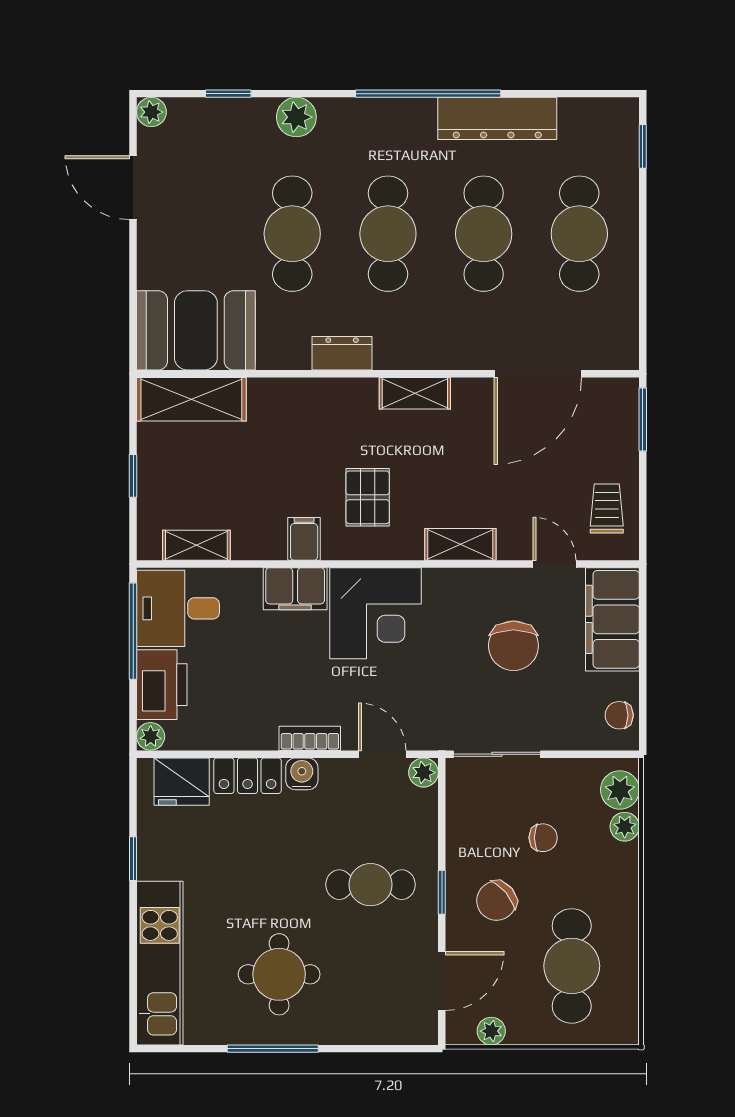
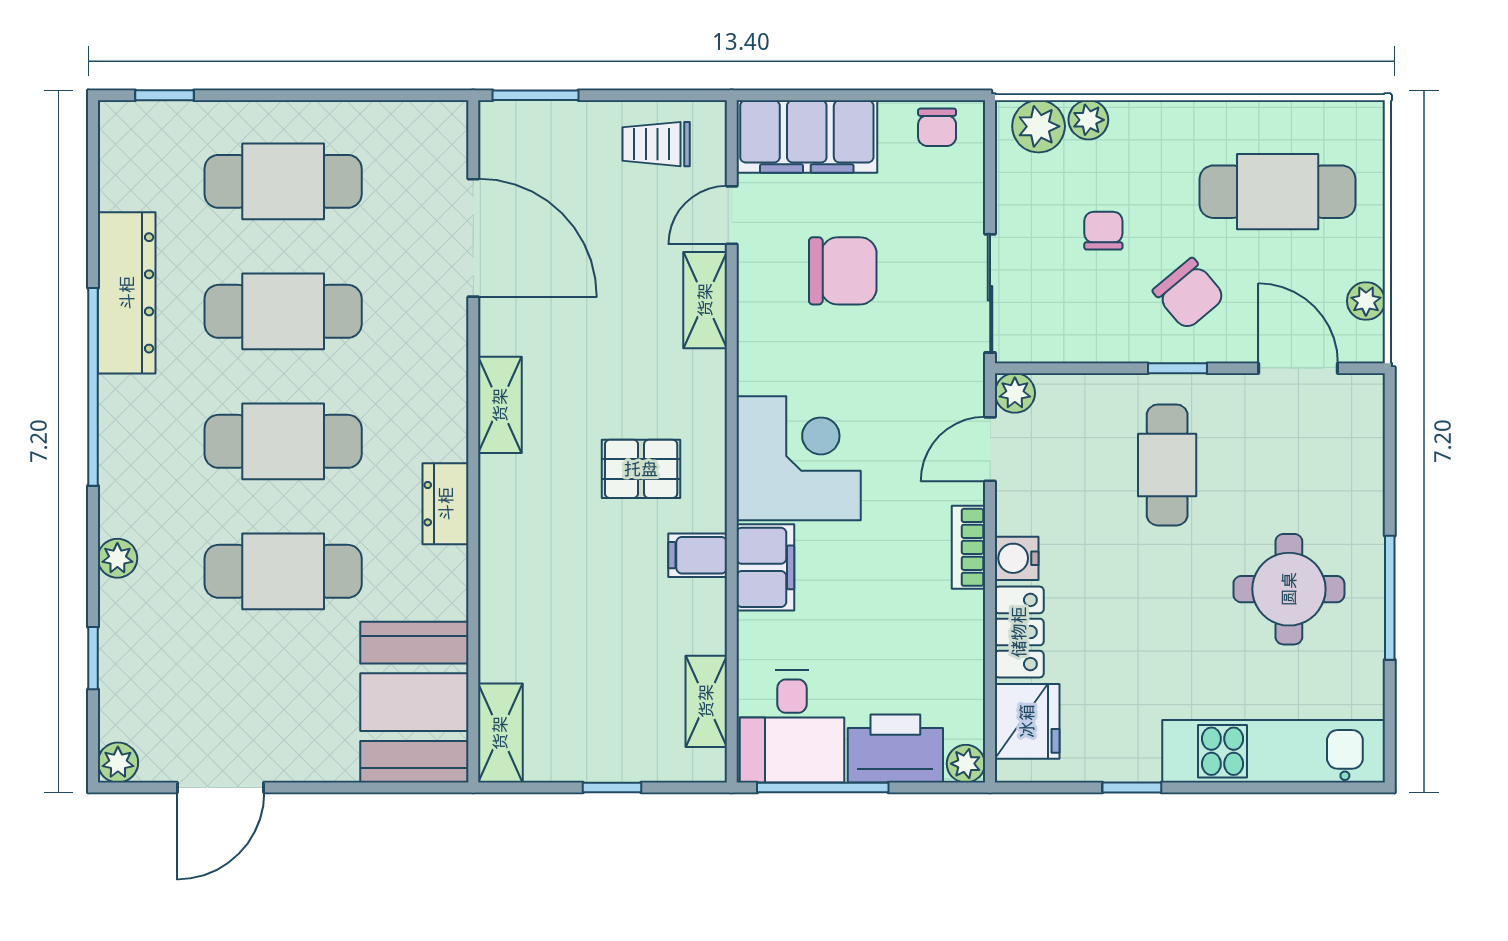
plant: (296, 117) -> (117, 558), width x0.73, depth x0.73
shelving: (191, 399) -> (500, 733), width x0.67, depth x0.75
shelving: (460, 544) -> (705, 300), moved

